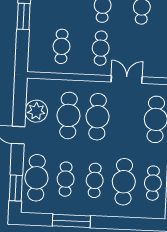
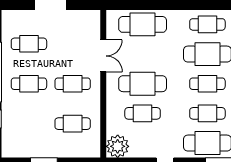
double door: (127, 79) -> (103, 56), swing flipped
plant: (36, 111) -> (118, 146), moved
cafe table: (68, 115) -> (143, 113), width x0.73, depth x0.74

